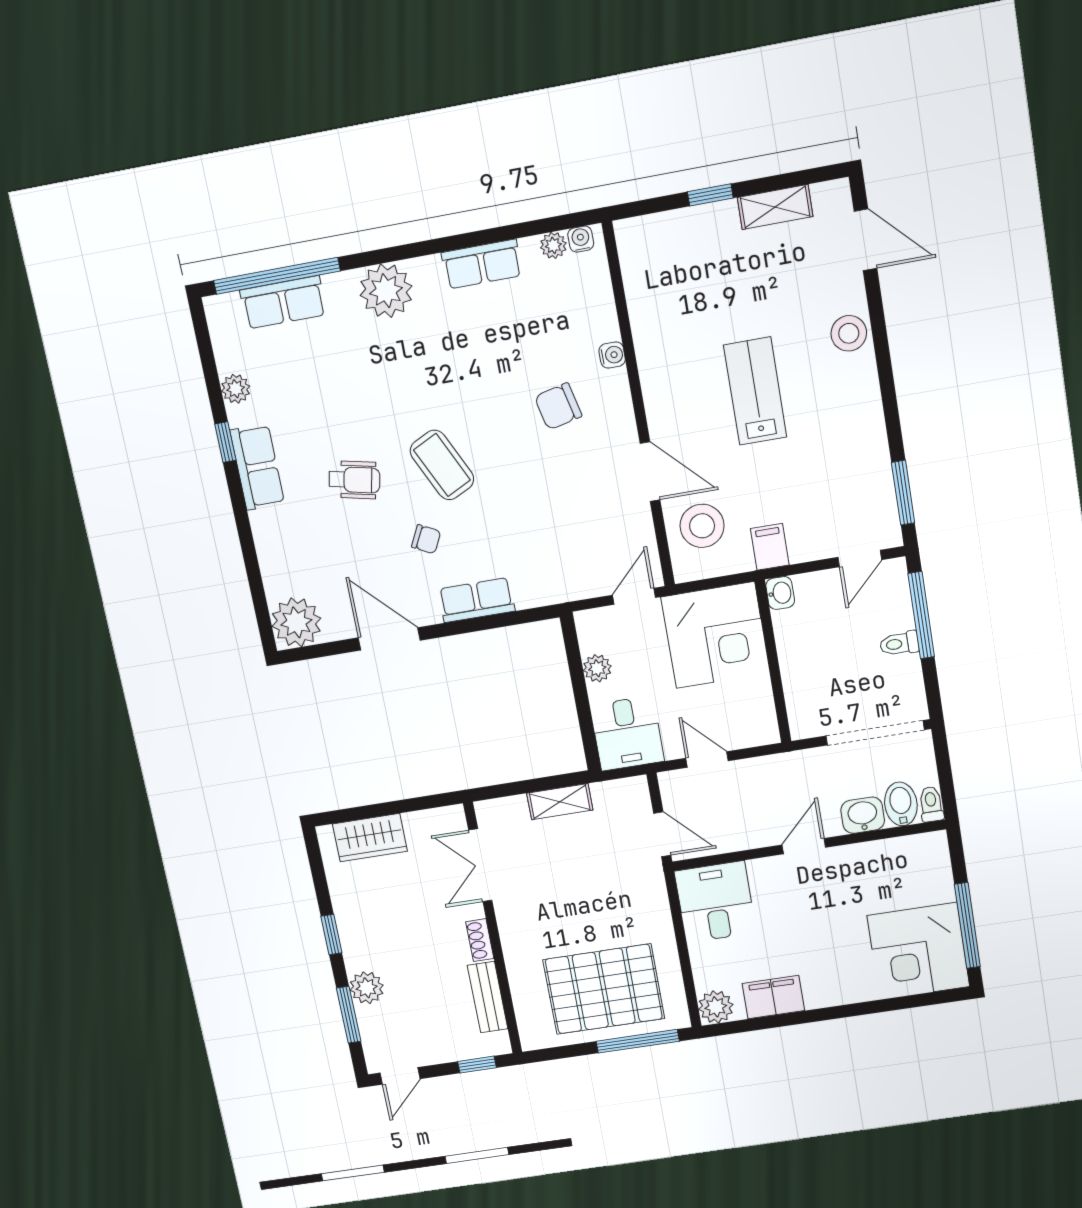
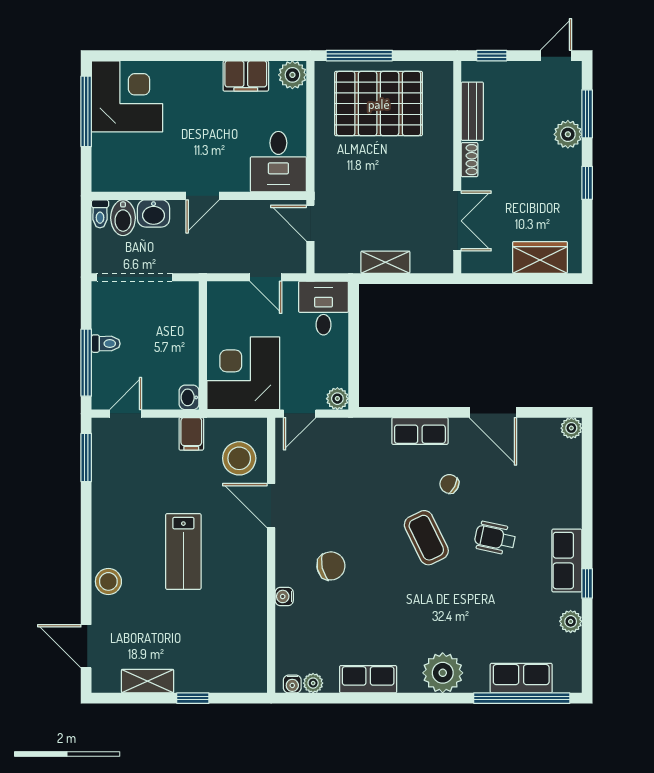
plant: (296, 622) -> (571, 428), width x0.53, depth x0.53
plant: (597, 668) -> (337, 399), moved

